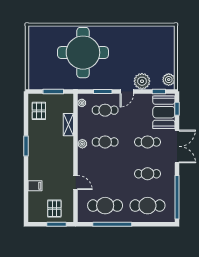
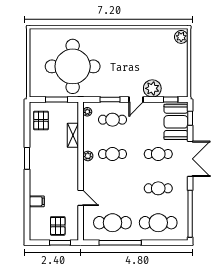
round table: (83, 53) -> (73, 66), moved
plant: (169, 80) -> (181, 37), moved

